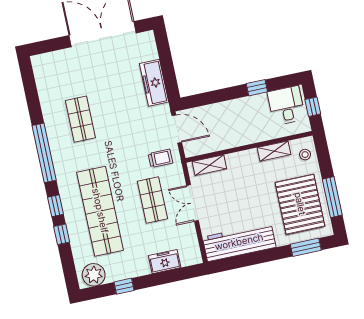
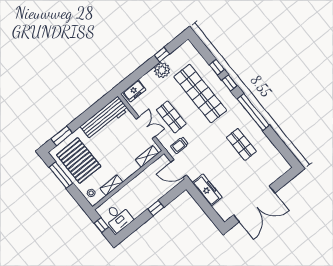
window: (257, 88) -> (156, 208), moved
freezer: (165, 262) -> (134, 91), moved
plant: (94, 275) -> (162, 70), moved

